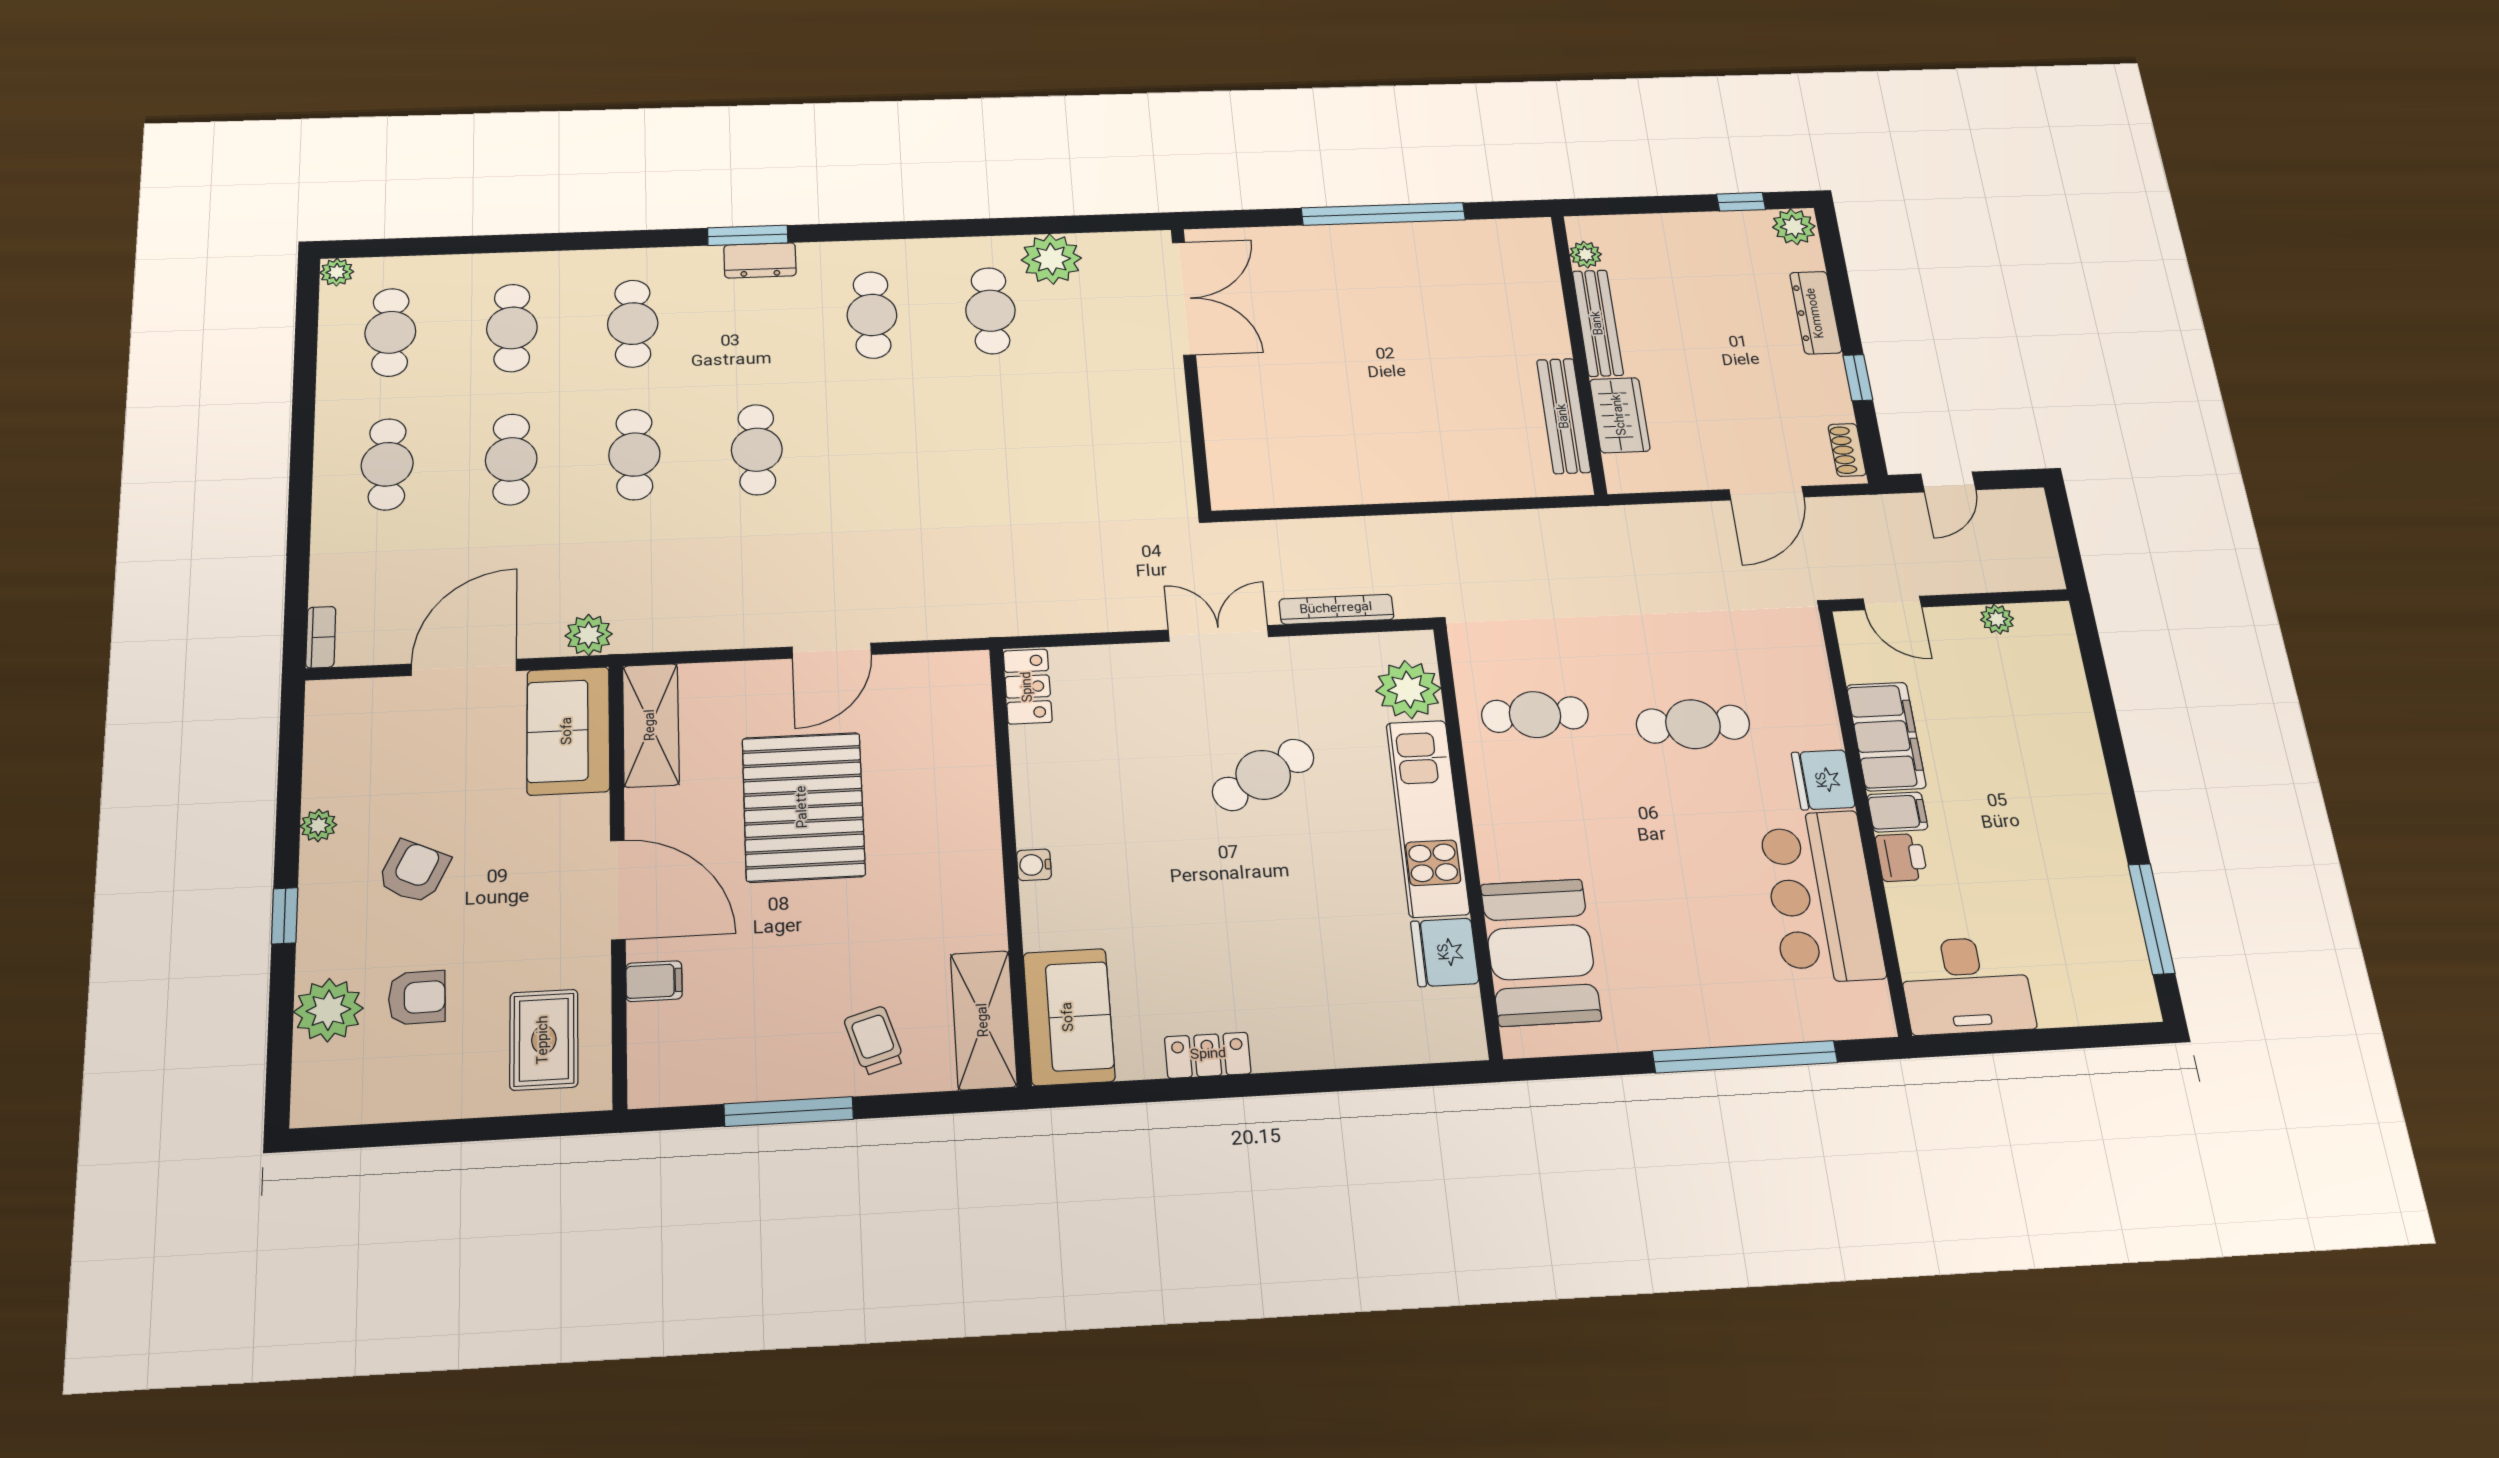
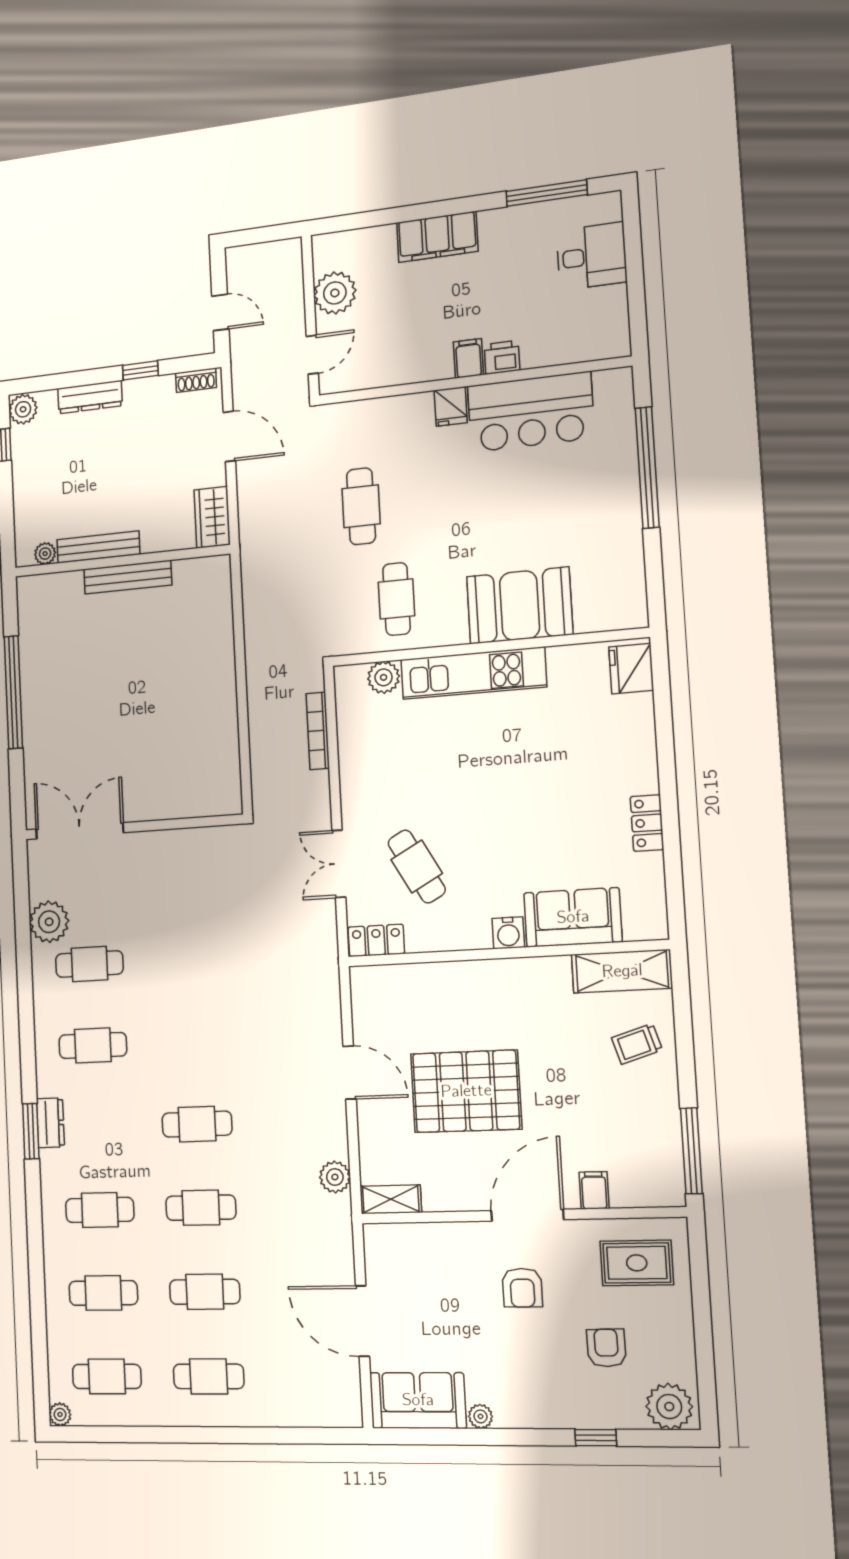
wardrobe: (1620, 415) -> (212, 517), moved, turned -90
bench: (1564, 416) -> (128, 577), moved
plant: (1997, 619) -> (335, 293), width x1.87, depth x1.87
double door: (1218, 633) -> (339, 864), moved
plant: (589, 635) -> (335, 1177), moved
bookcase: (321, 637) -> (340, 1418), removed
plant: (1408, 690) -> (384, 677), width x0.73, depth x0.73
cafe table: (1693, 724) -> (361, 506), moved
shelving: (651, 725) -> (391, 1199), width x0.67, depth x0.75
sofa: (568, 731) -> (418, 1400), moved, turned 180
filing cabinet: (1886, 736) -> (437, 237), moved, turned 180
cafe table: (1263, 775) -> (417, 866), moved
fridge: (1823, 780) -> (451, 406), width x0.72
water cooler: (1034, 865) -> (508, 933), width x1.38, depth x1.38
armchair: (414, 872) -> (522, 1288), moved, turned -115
window: (285, 916) -> (596, 1438), moved
fridge: (1445, 952) -> (631, 669), moved, turned 90
booth: (1541, 952) -> (520, 605), moved
desk: (1966, 986) -> (592, 256), moved, width x0.73
plant: (328, 1010) -> (669, 1407), moved
sofa: (1069, 1017) -> (573, 917), moved
window: (789, 1112) -> (691, 1151), moved

